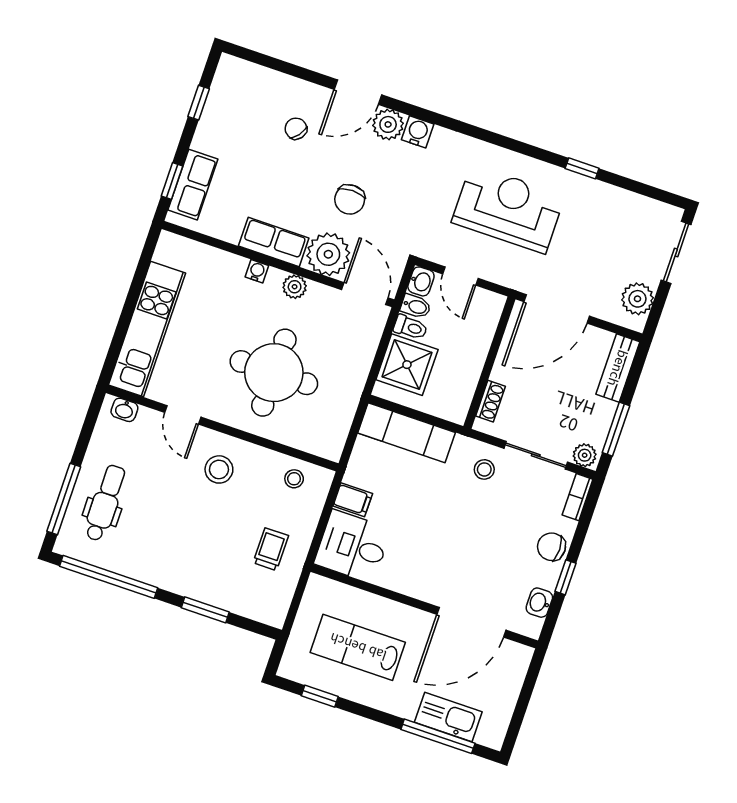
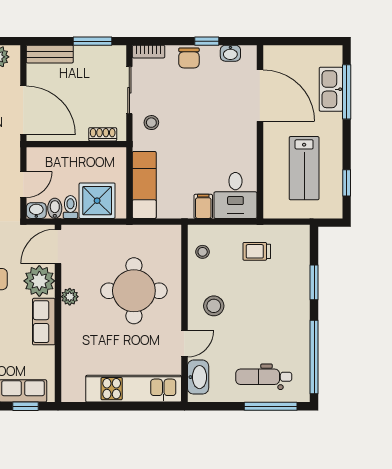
water cooler: (257, 271) -> (68, 326), removed
washbasin: (124, 410) -> (198, 377), width x1.91, depth x1.45
plant: (585, 455) -> (118, 57), removed

